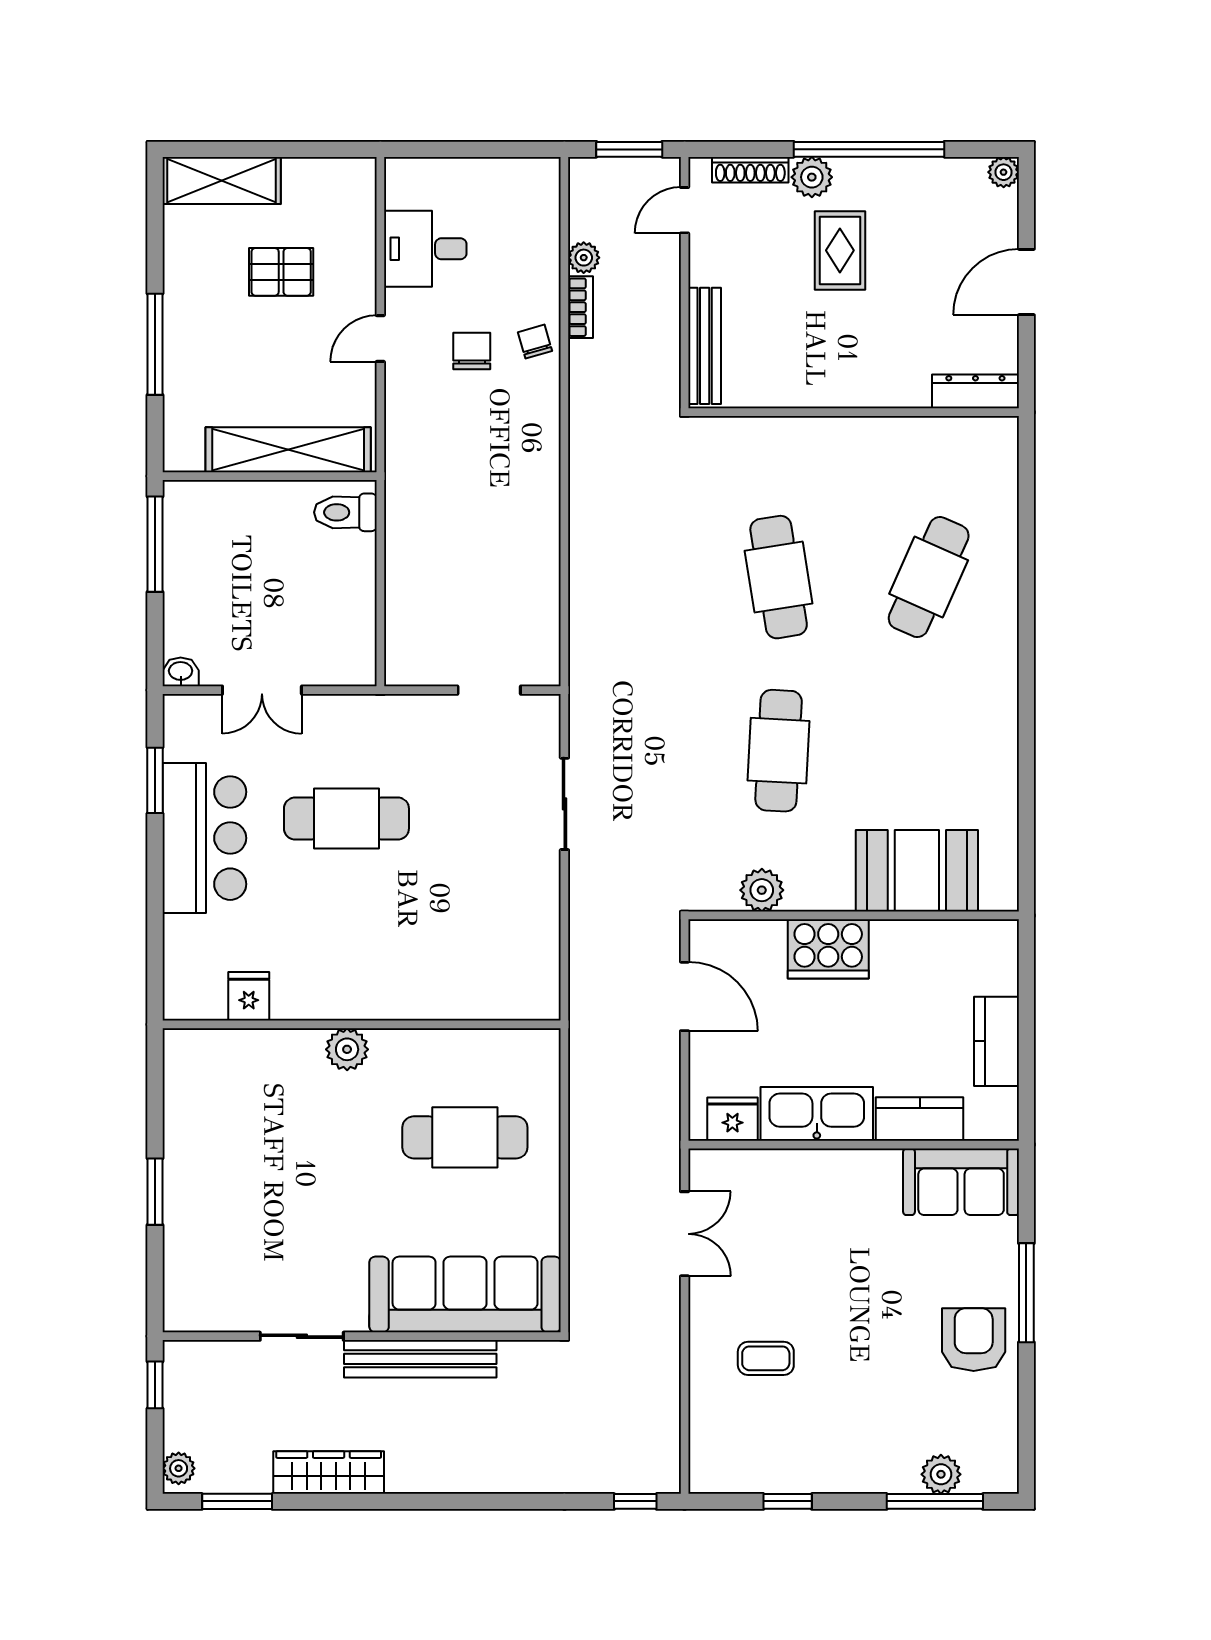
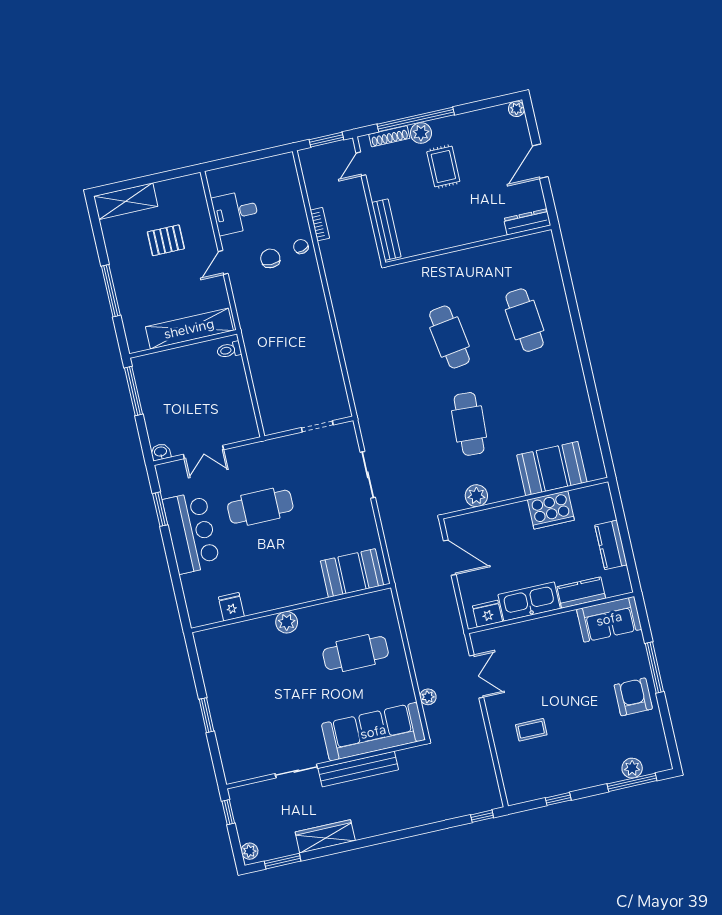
window: (869, 149) -> (416, 119), moved
plant: (584, 258) -> (428, 697), moved
toilet: (345, 512) -> (229, 350), width x0.73, depth x0.72
cafe table: (929, 577) -> (525, 320), turned -30
cooker: (828, 949) -> (551, 510), moved
booth: (492, 984) -> (352, 573), added

